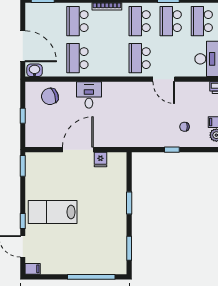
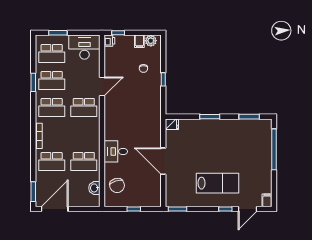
door: (23, 46) -> (55, 209), moved
washbasin: (35, 70) -> (94, 188), moved
fridge: (100, 159) -> (172, 124), moved
lab bench: (53, 212) -> (218, 183), turned -90

